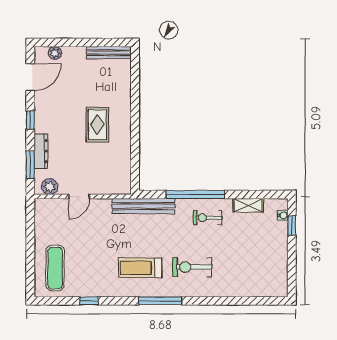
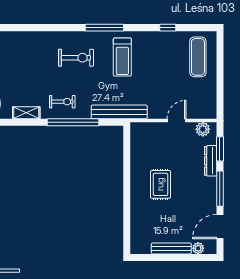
bench: (109, 53) -> (171, 248), moved
window: (30, 120) -> (220, 189), width x2.17
treadmill: (140, 268) -> (122, 57), turned 90

